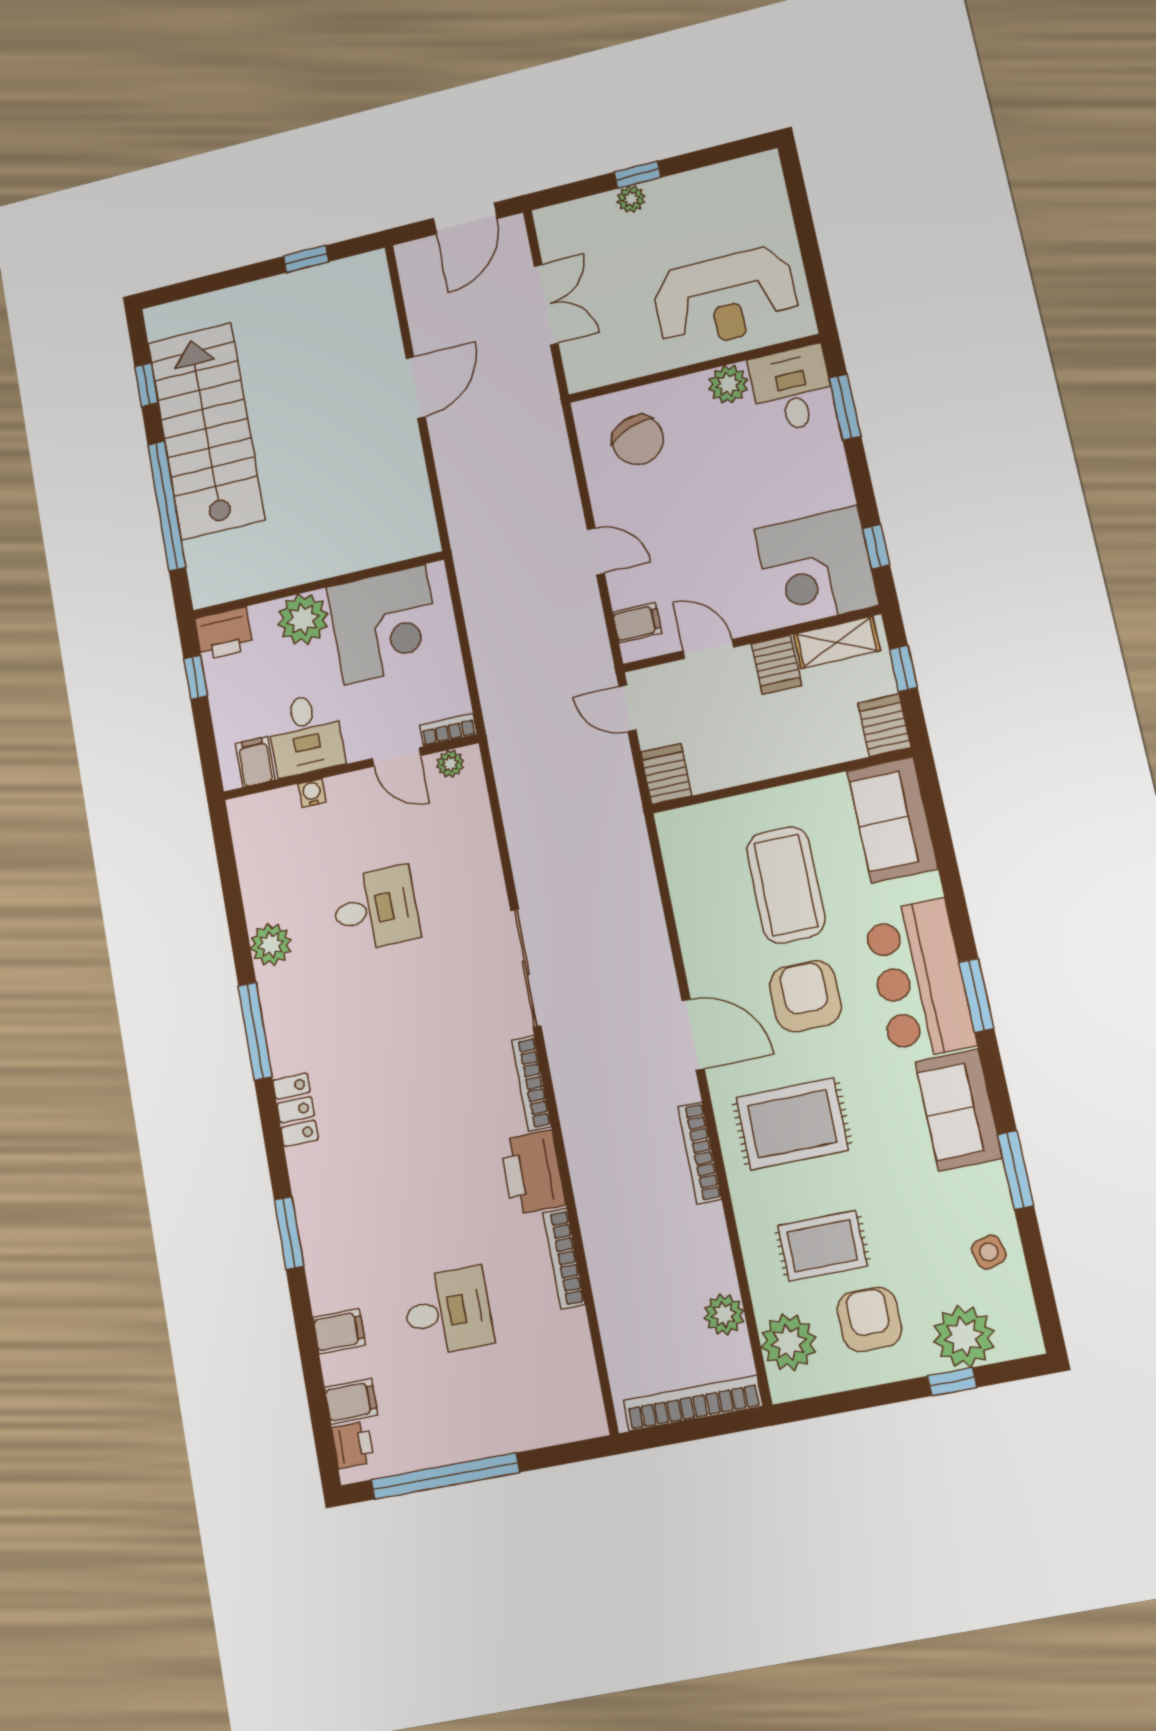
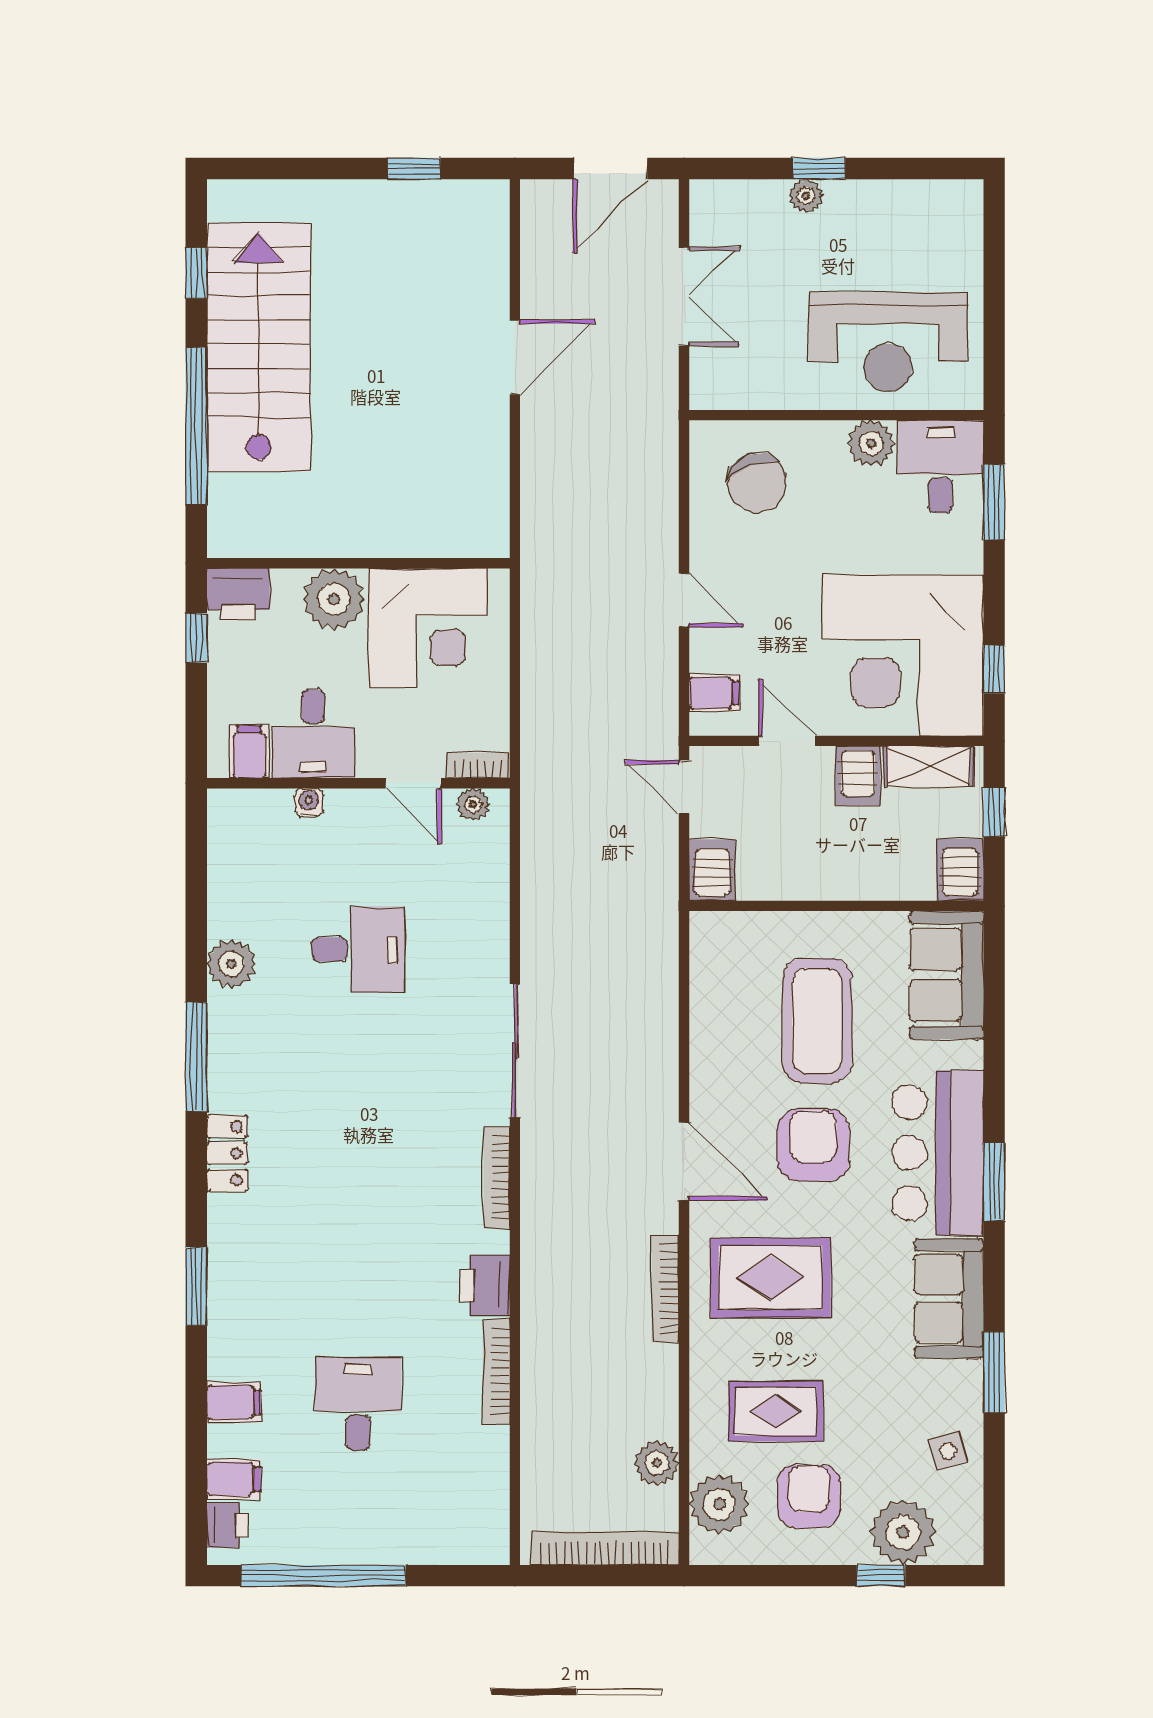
corner desk: (816, 567) -> (903, 655), width x1.36, depth x1.36
printer: (533, 1173) -> (485, 1285), width x0.73, depth x0.84
desk: (448, 1312) -> (358, 1404), turned -90

